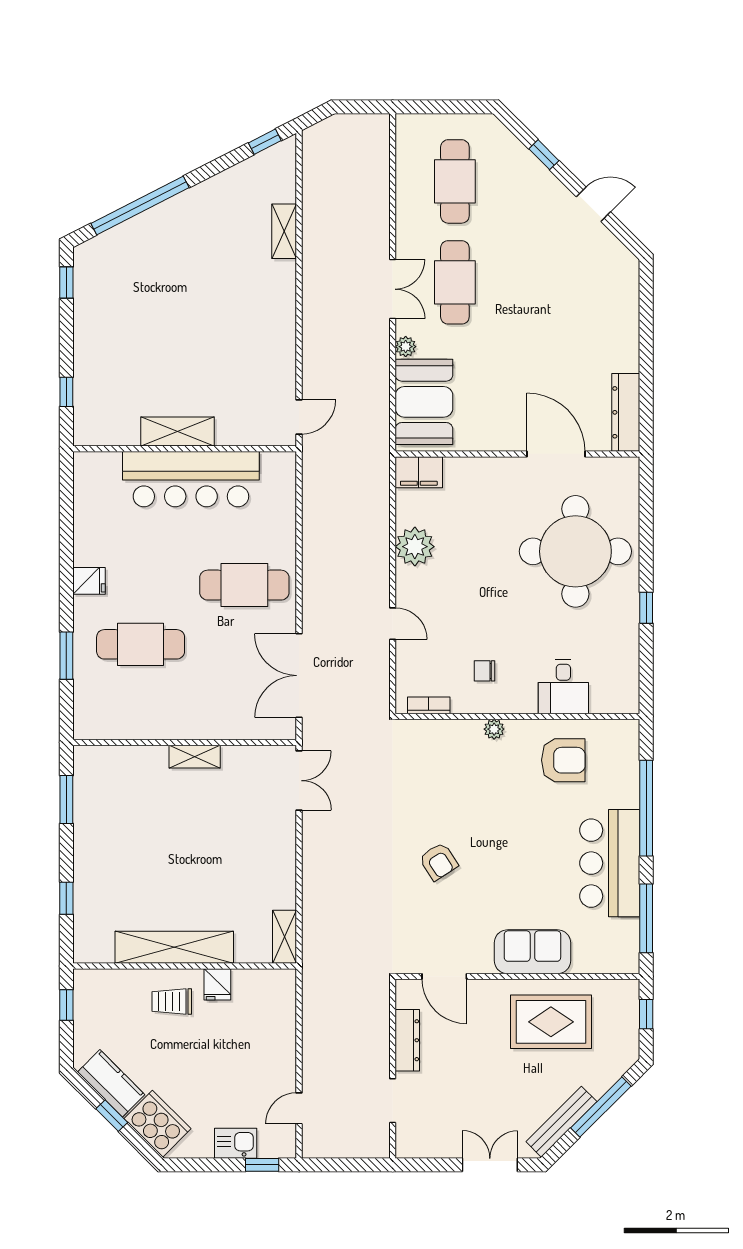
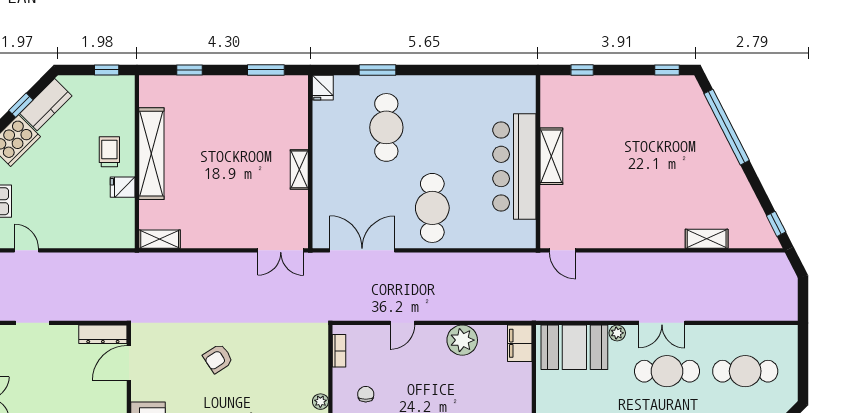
fridge: (89, 581) -> (323, 88), moved
dresser: (407, 1040) -> (103, 334), moved

